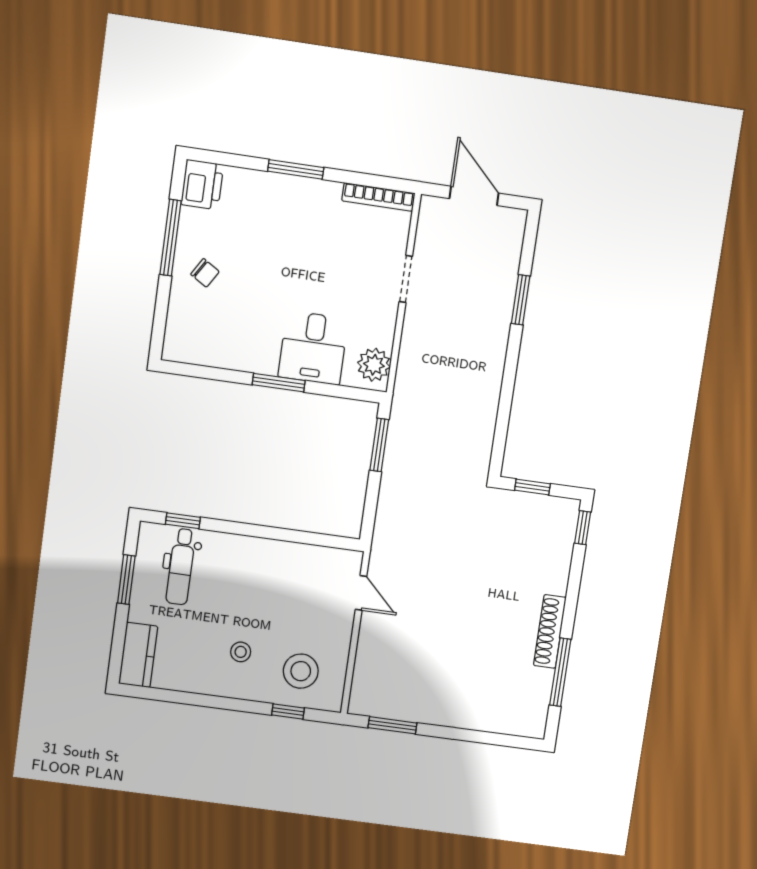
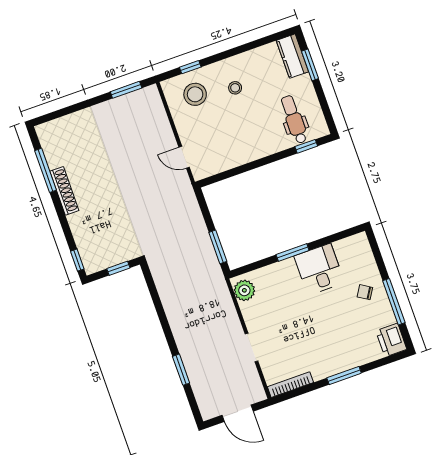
desk: (313, 348) -> (319, 269), moved
window: (126, 580) -> (310, 65), moved

